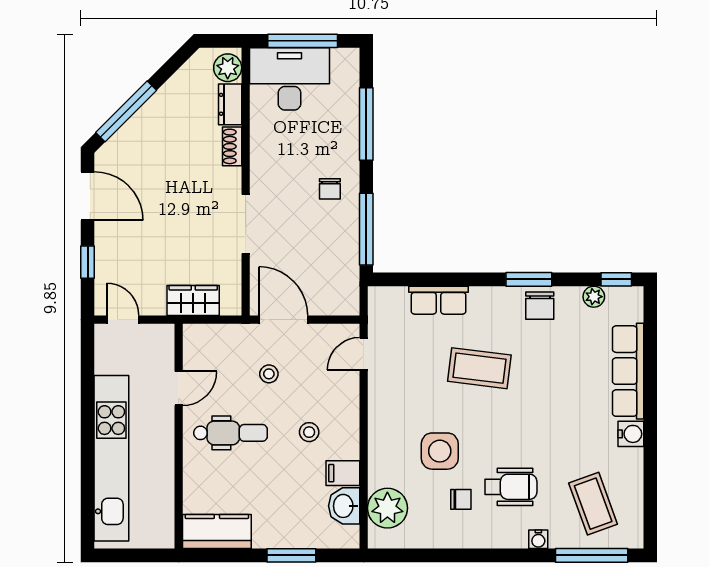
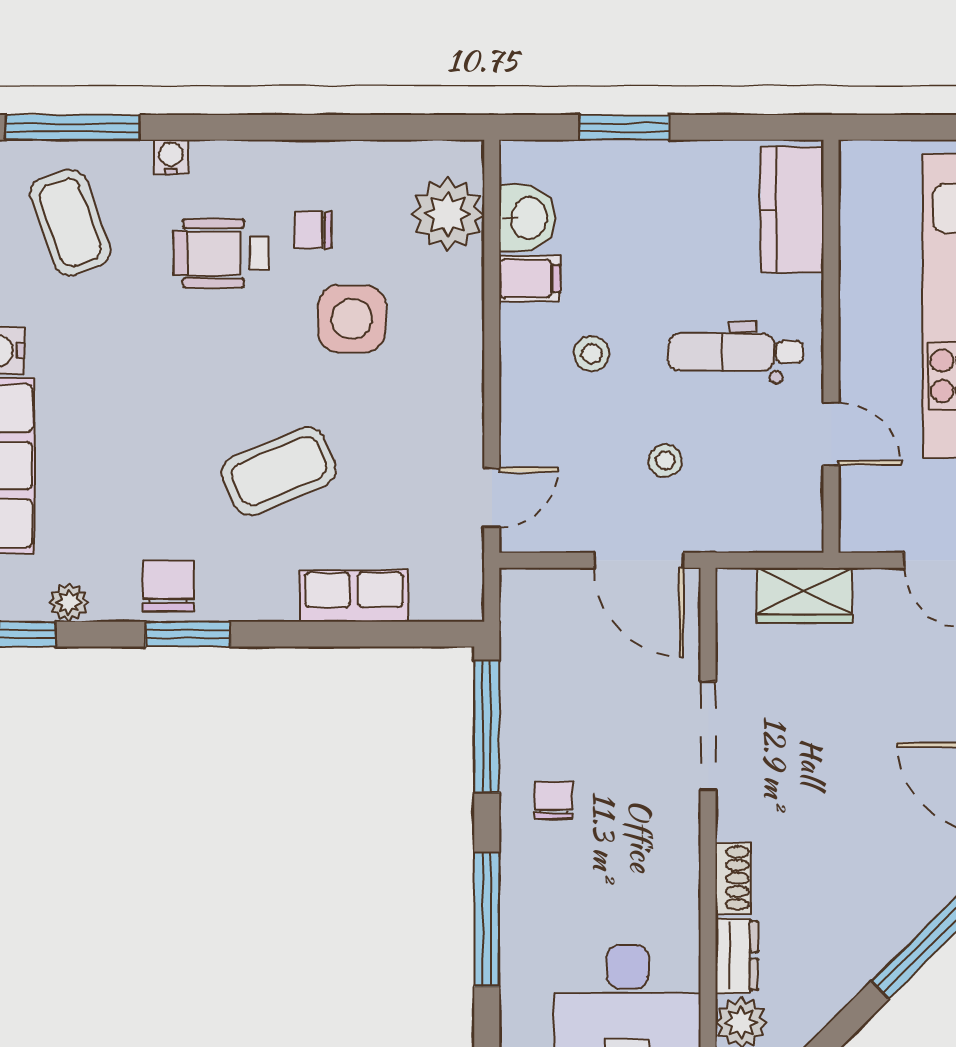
coffee table: (479, 368) -> (279, 471), turned -30
door: (179, 388) -> (831, 434), swing flipped
kitchen counter: (217, 532) -> (792, 209), moved, turned 90

